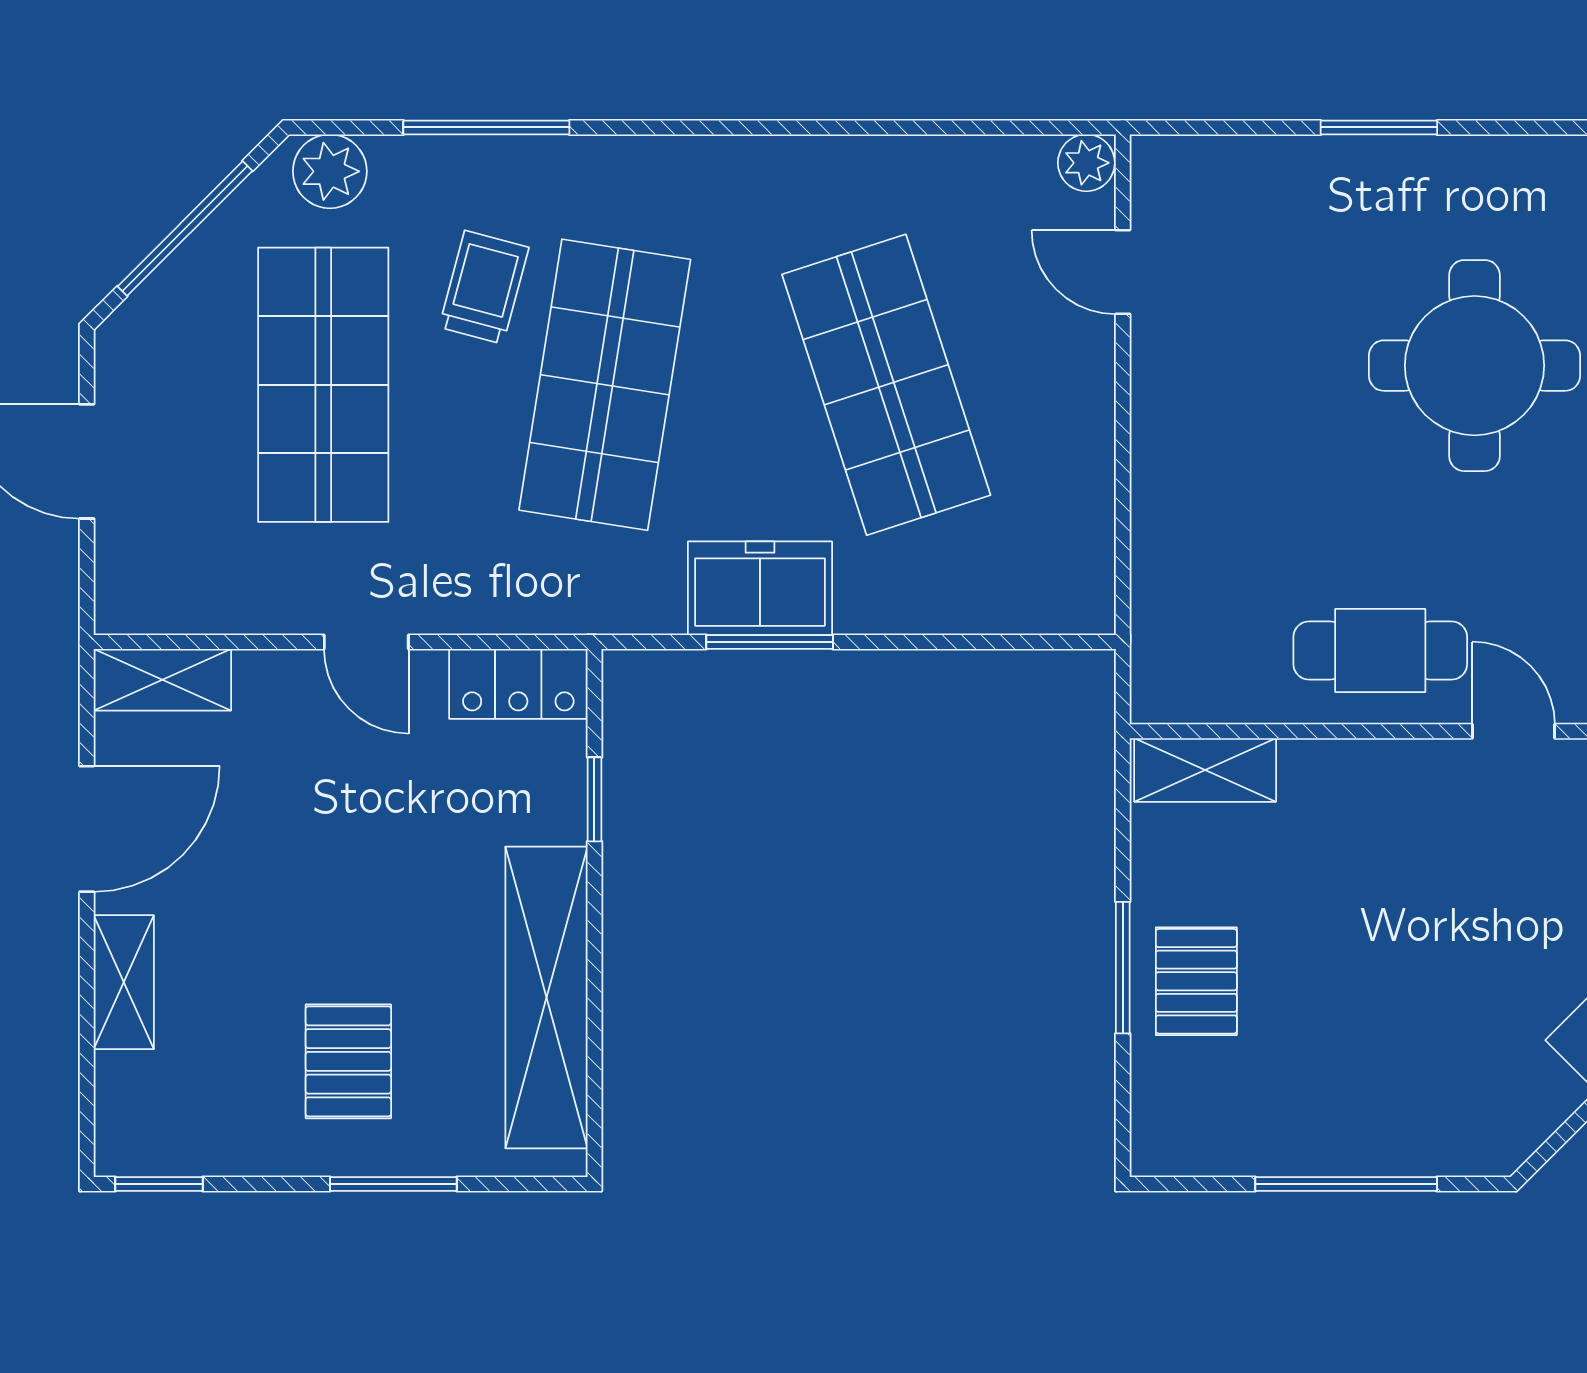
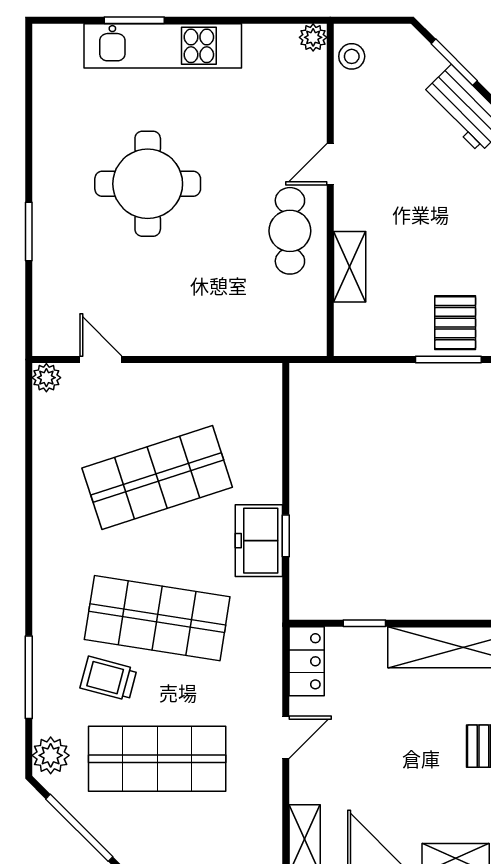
door: (1123, 272) -> (101, 359), swing flipped
window: (770, 642) -> (286, 536), width x0.67
shelving: (1205, 770) -> (350, 267), moved
pallet: (1196, 981) -> (455, 323), turned 90

